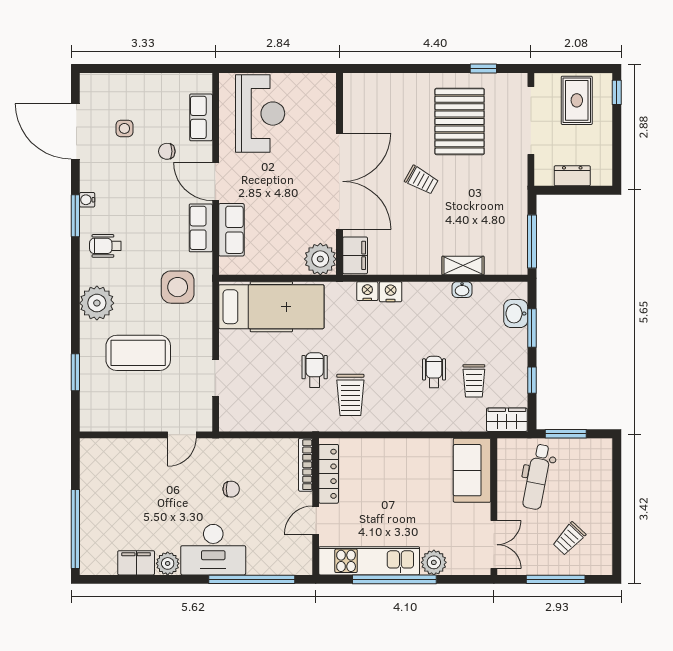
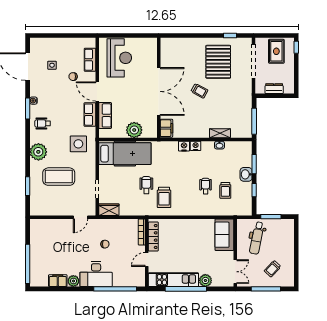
plant: (320, 259) -> (134, 130), moved
nightstand: (367, 291) -> (196, 146), moved
washbasin: (516, 314) -> (246, 174), moved
wardrobe: (507, 420) -> (109, 210), moved

